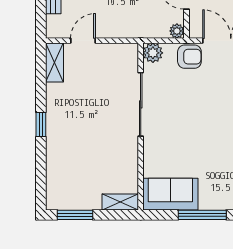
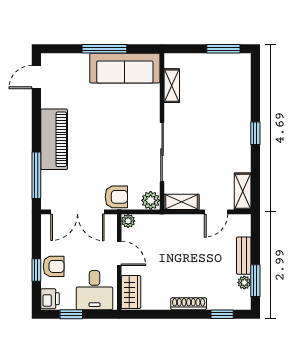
shelving: (120, 51) -> (181, 202), added
armchair: (189, 57) -> (116, 197), turned 180
sofa: (170, 194) -> (125, 68), width x1.36
shelving: (120, 202) -> (172, 86), moved, turned 90

